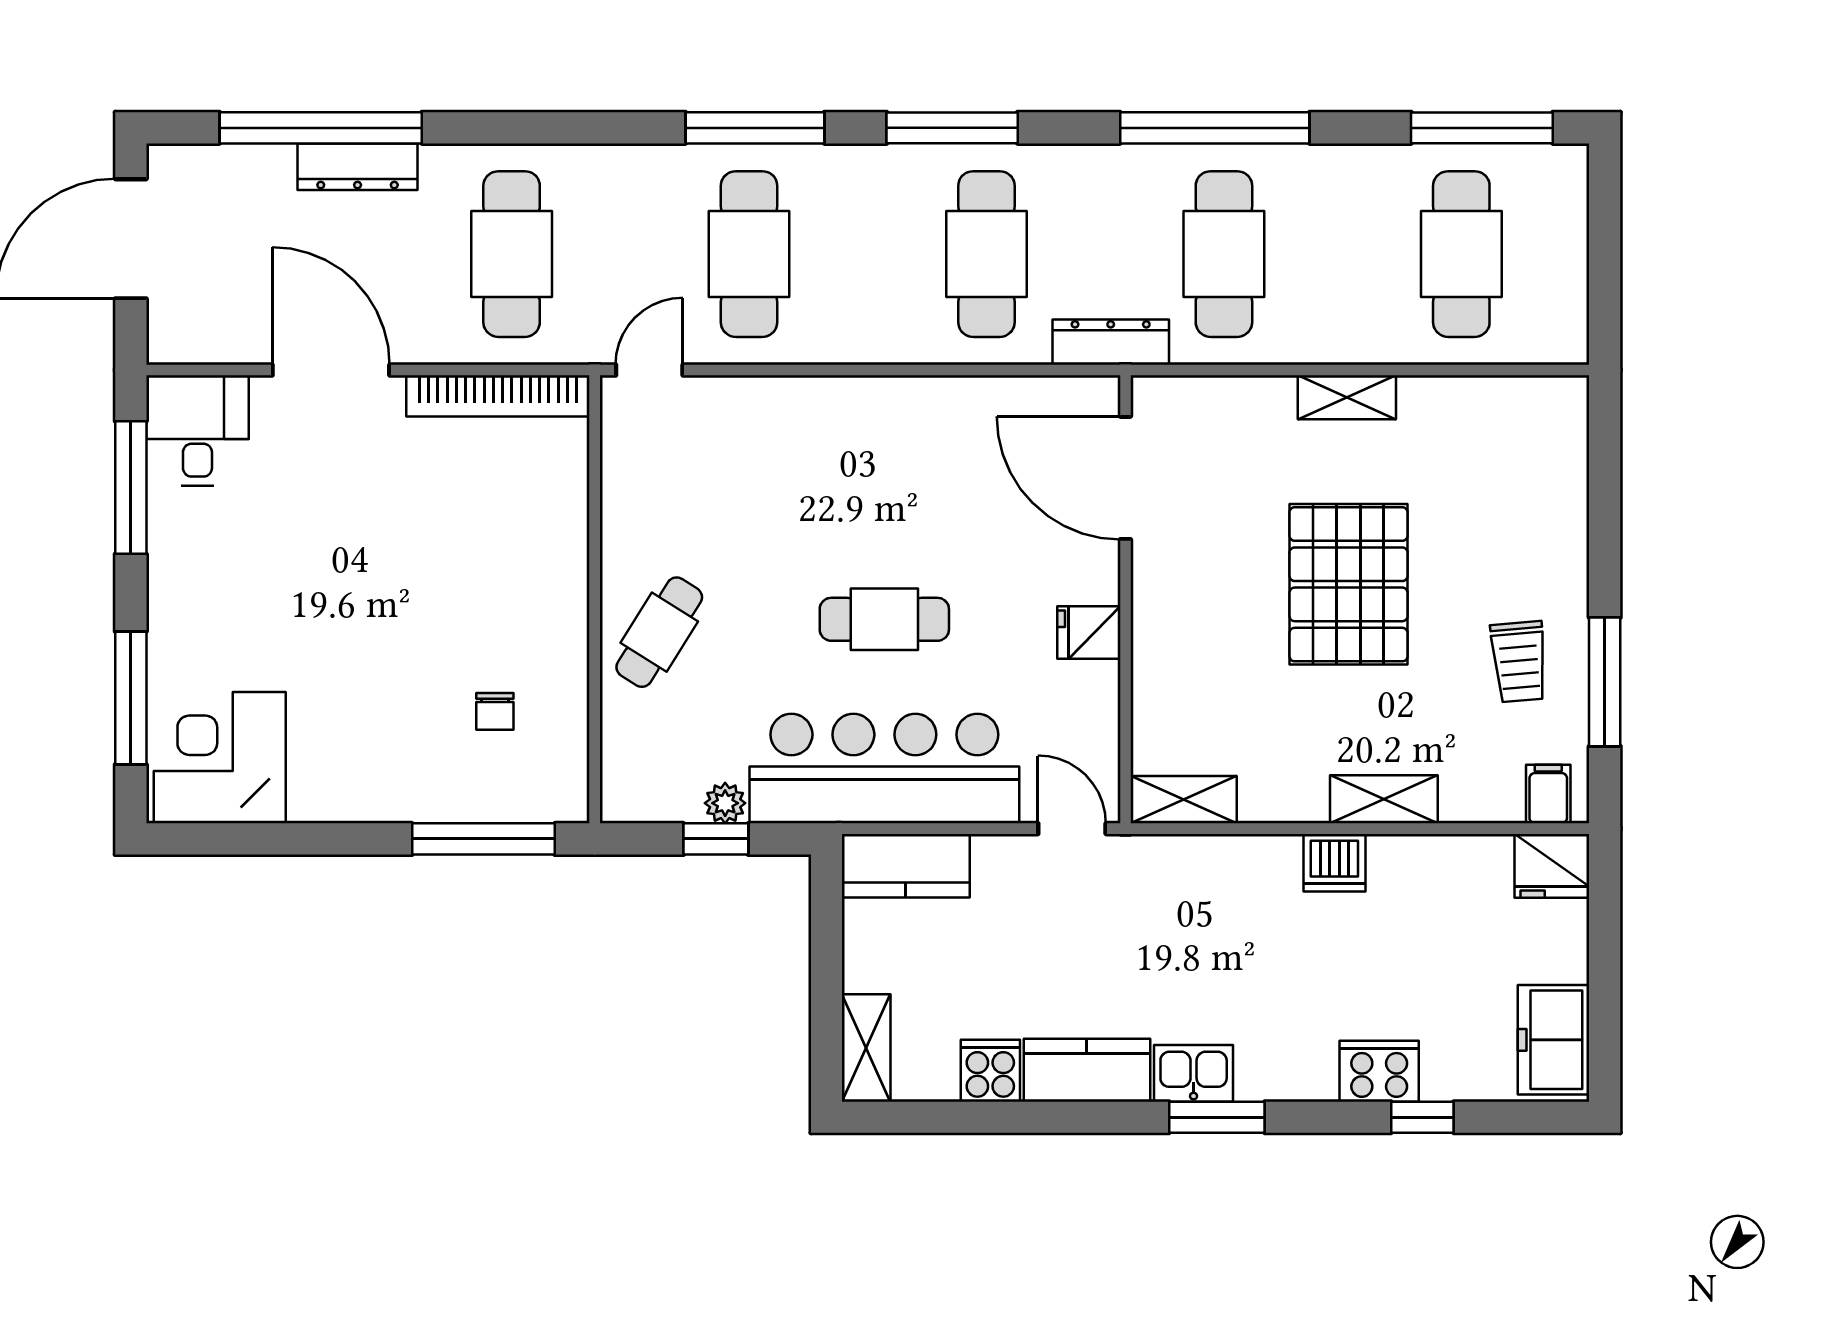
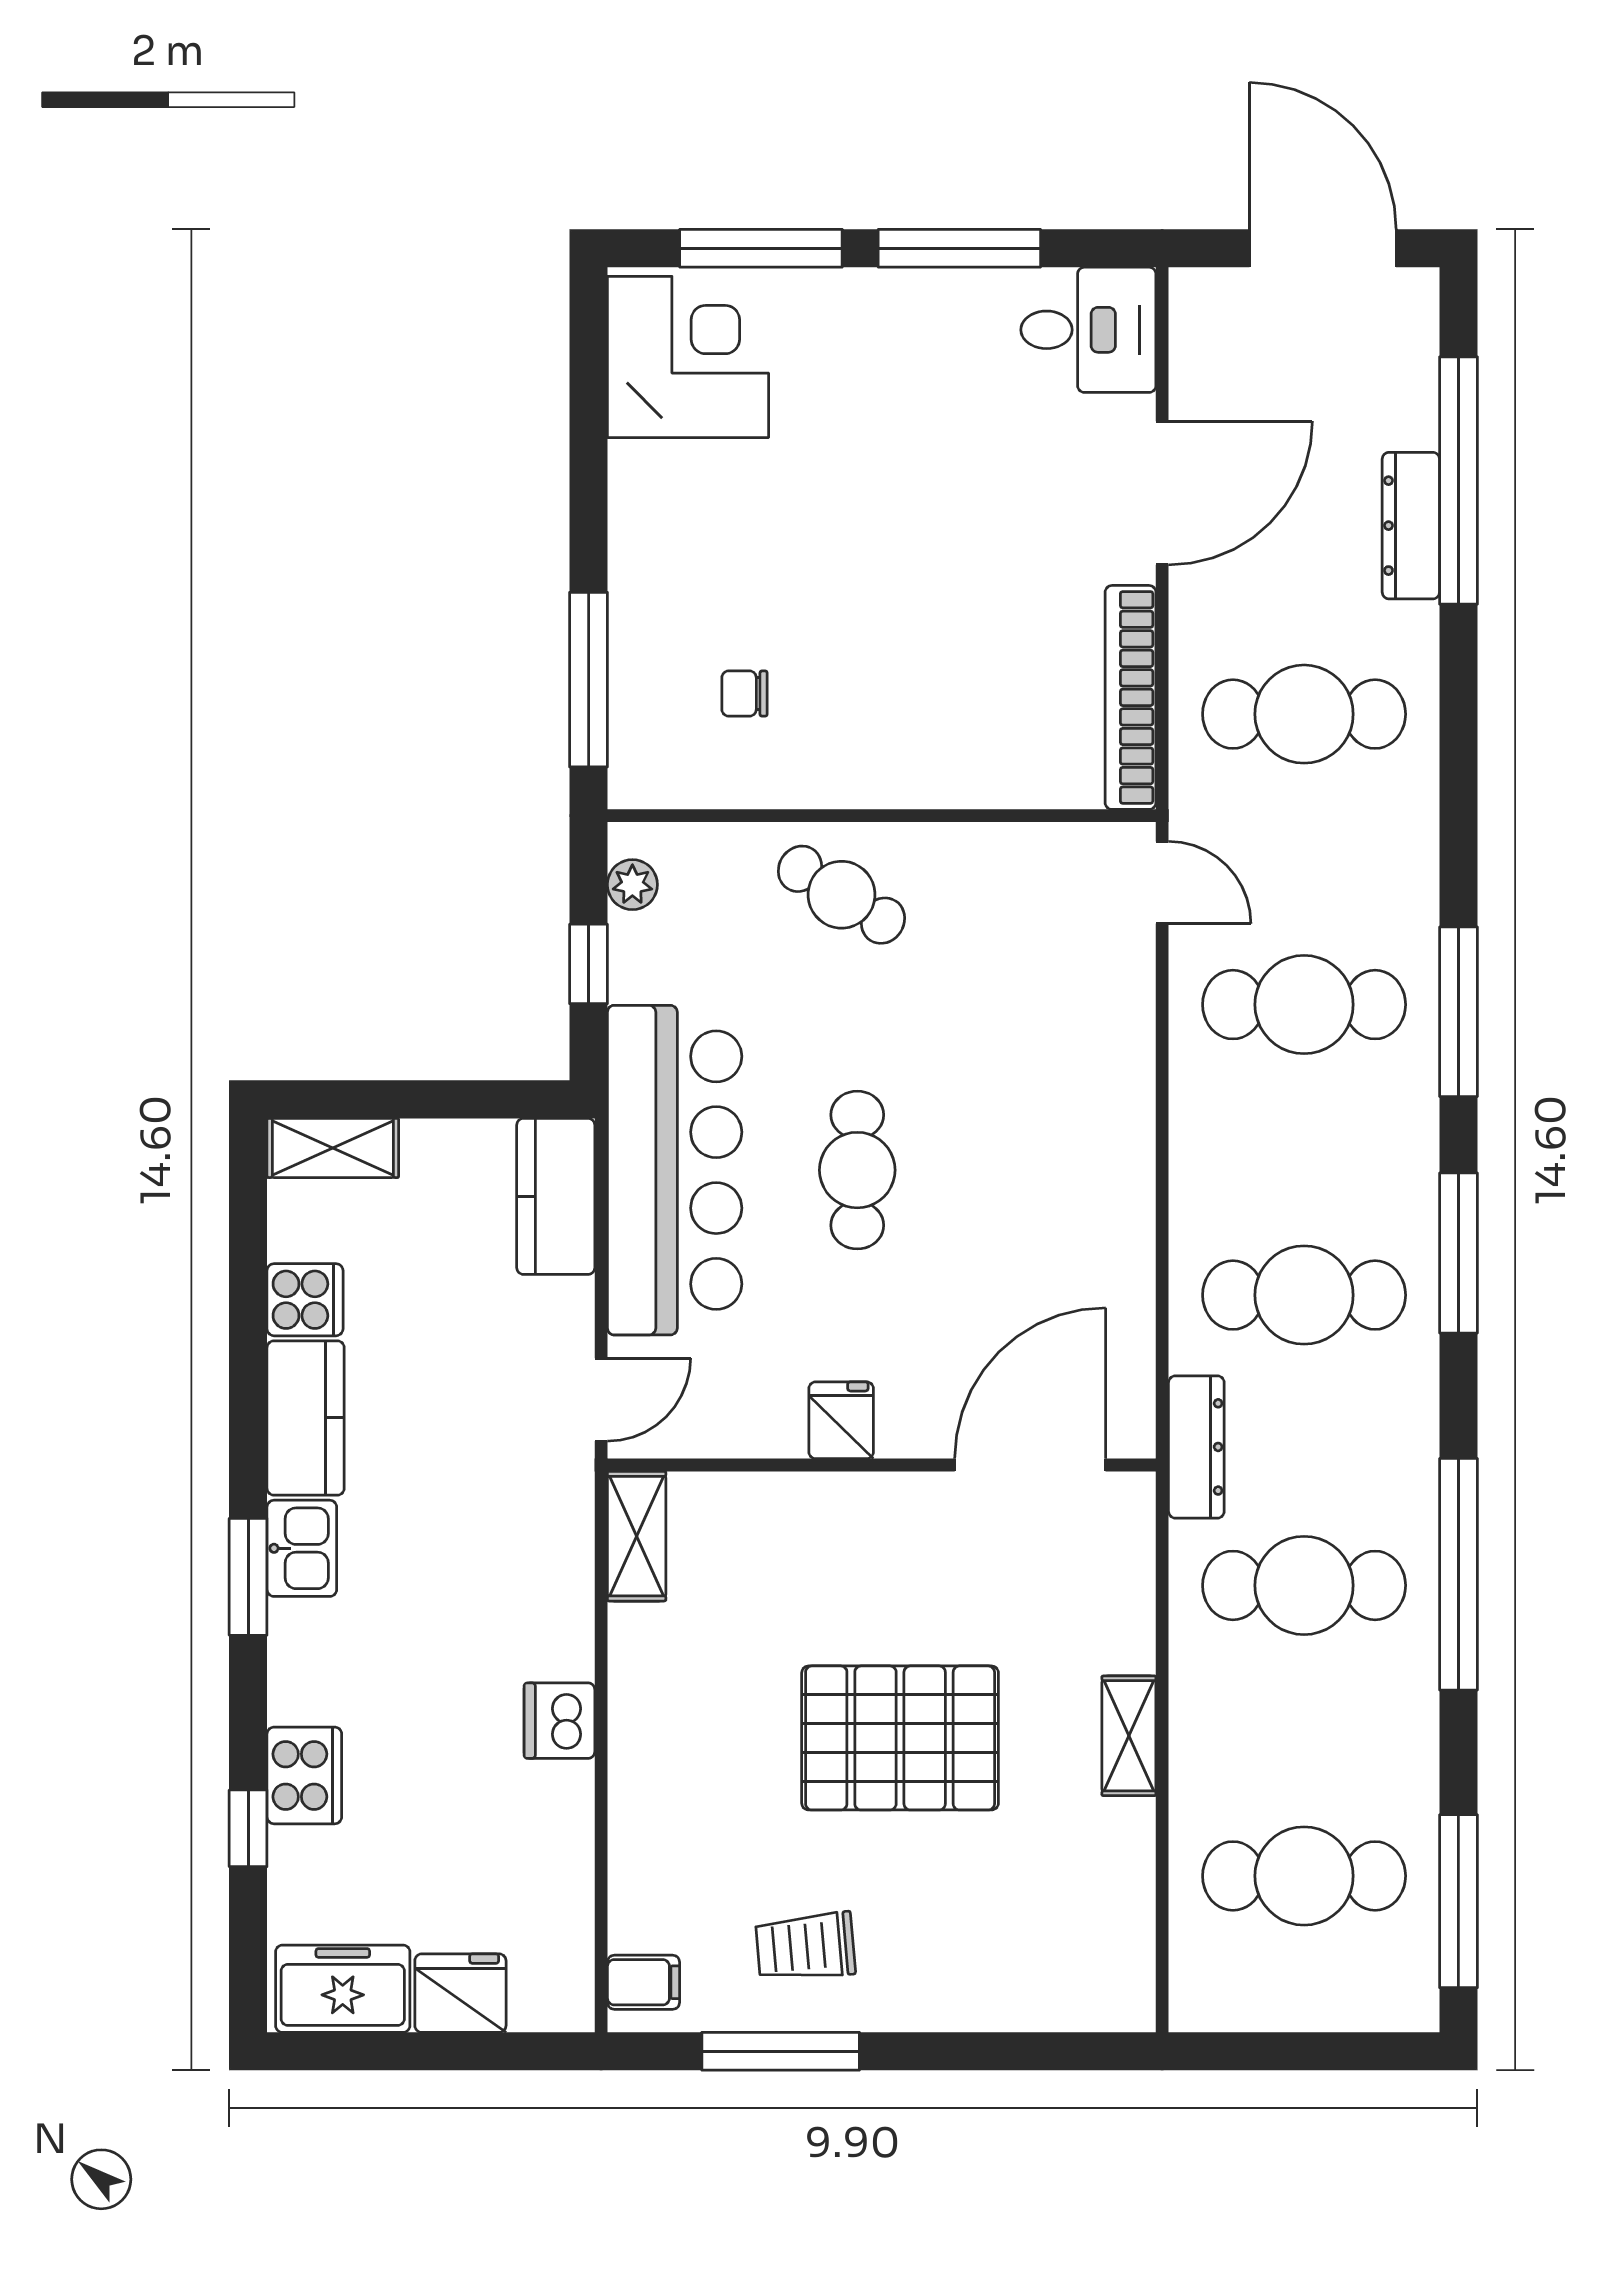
window: (131, 488) -> (959, 248), moved
shelving: (1384, 799) -> (637, 1781), removed
plant: (725, 803) -> (632, 885), moved
fridge: (1552, 866) -> (460, 1993), moved, turned 90

